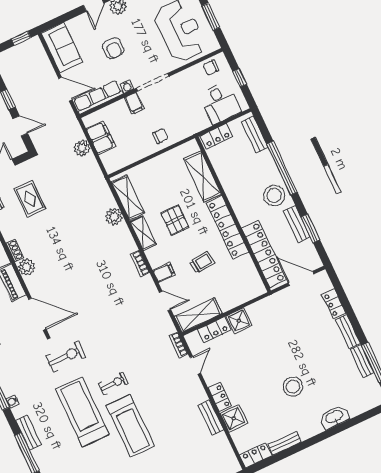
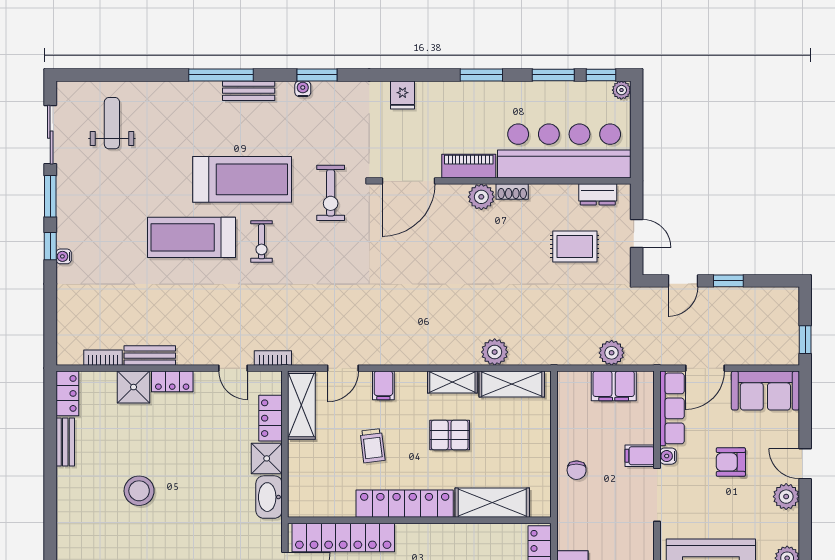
bookcase: (140, 263) -> (103, 358), moved
washbasin: (334, 417) -> (269, 497), moved, turned 180

